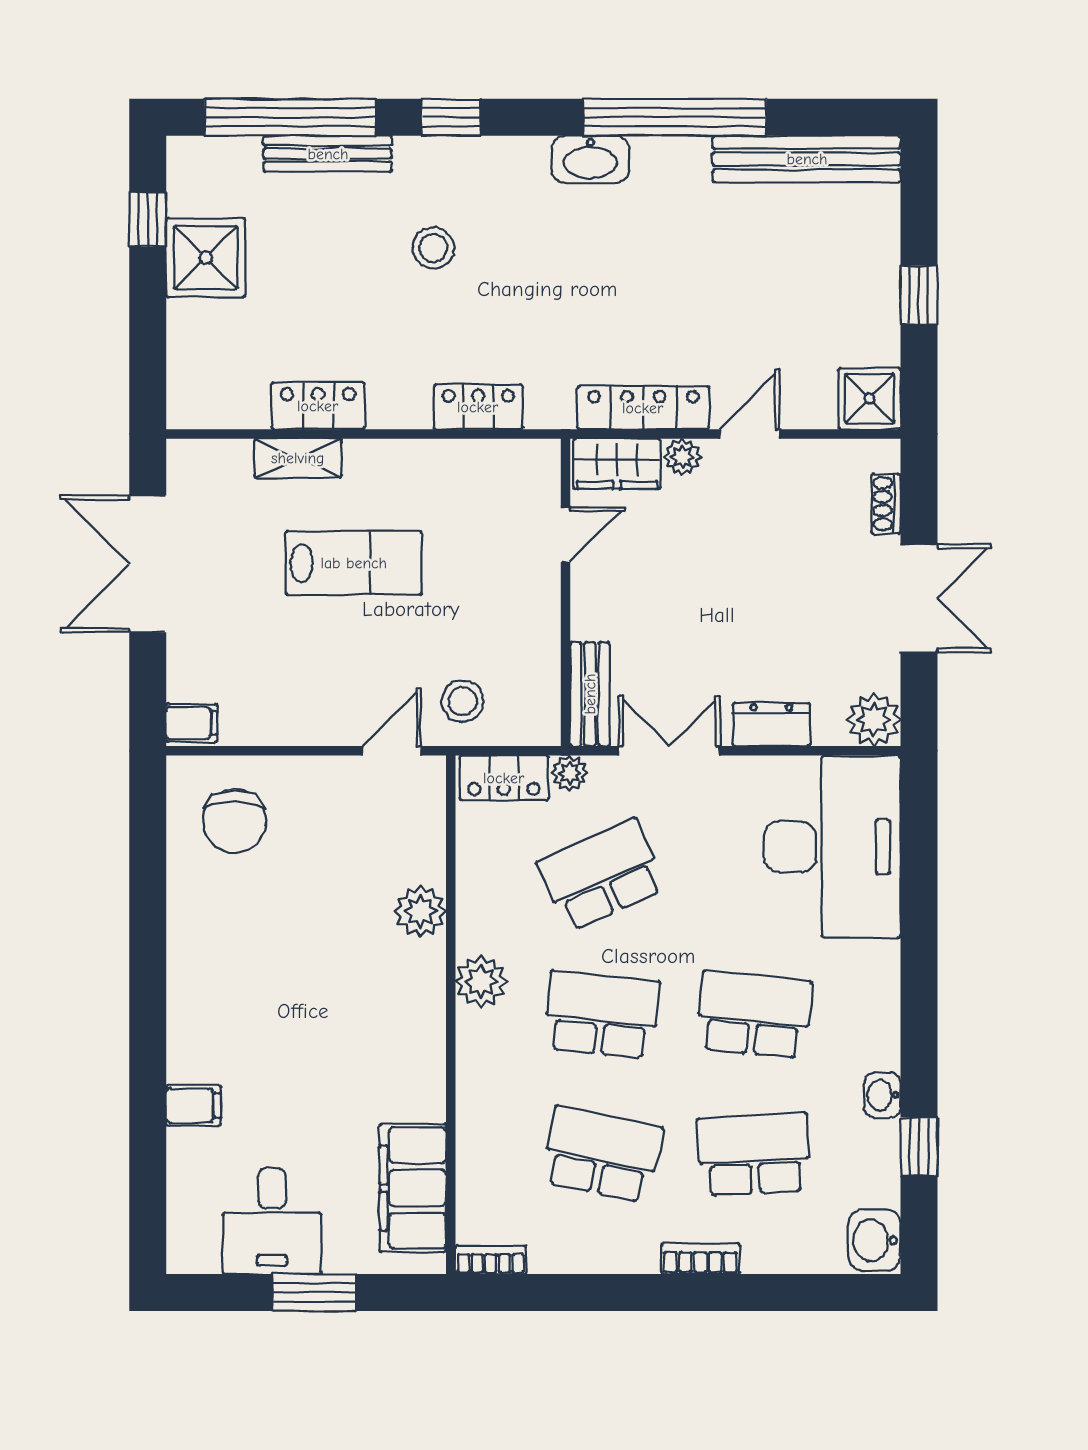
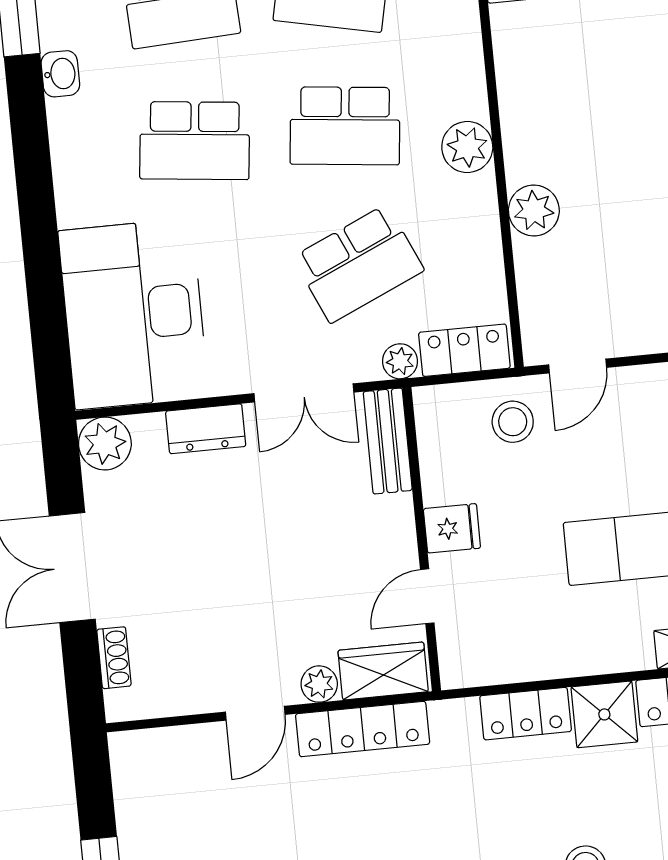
shower: (870, 398) -> (604, 714), moved
fridge: (534, 600) -> (452, 528), added

